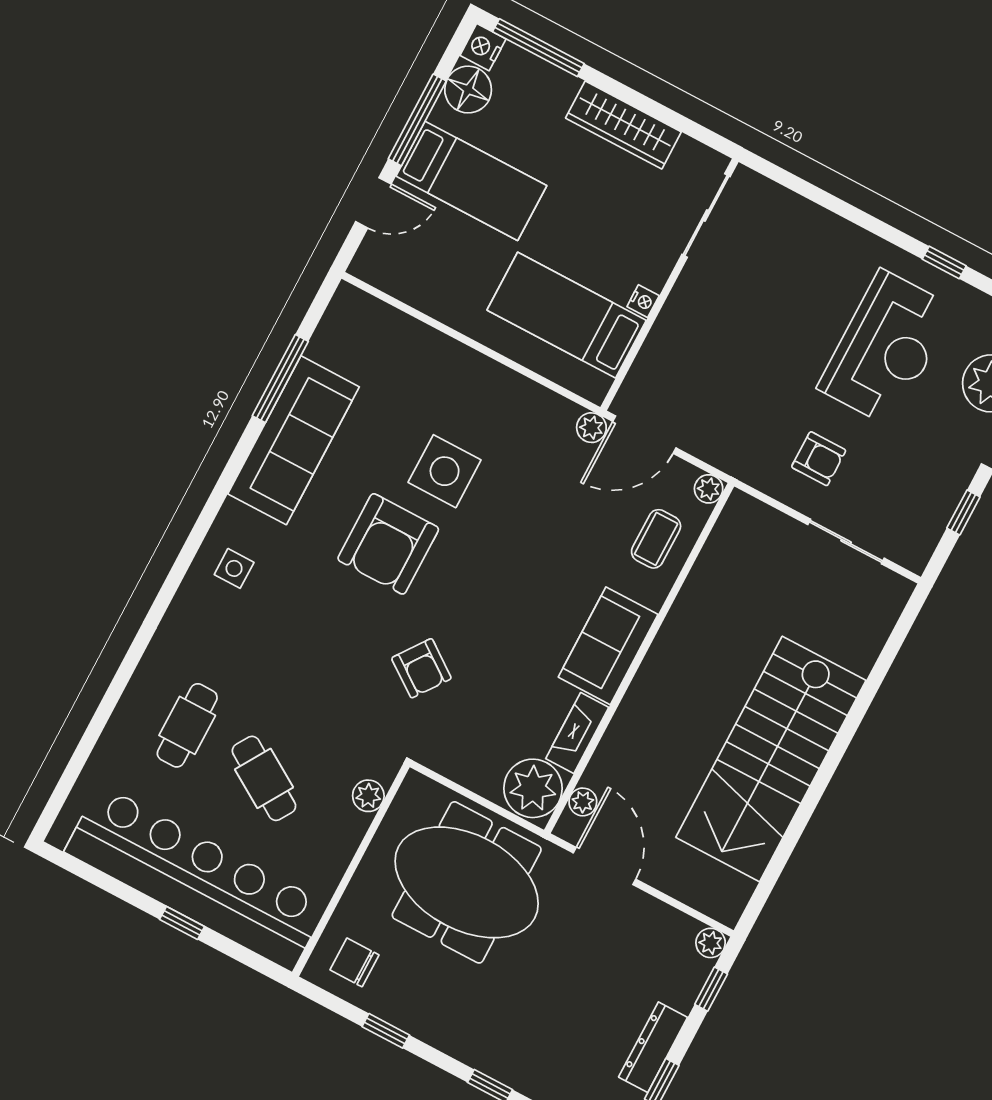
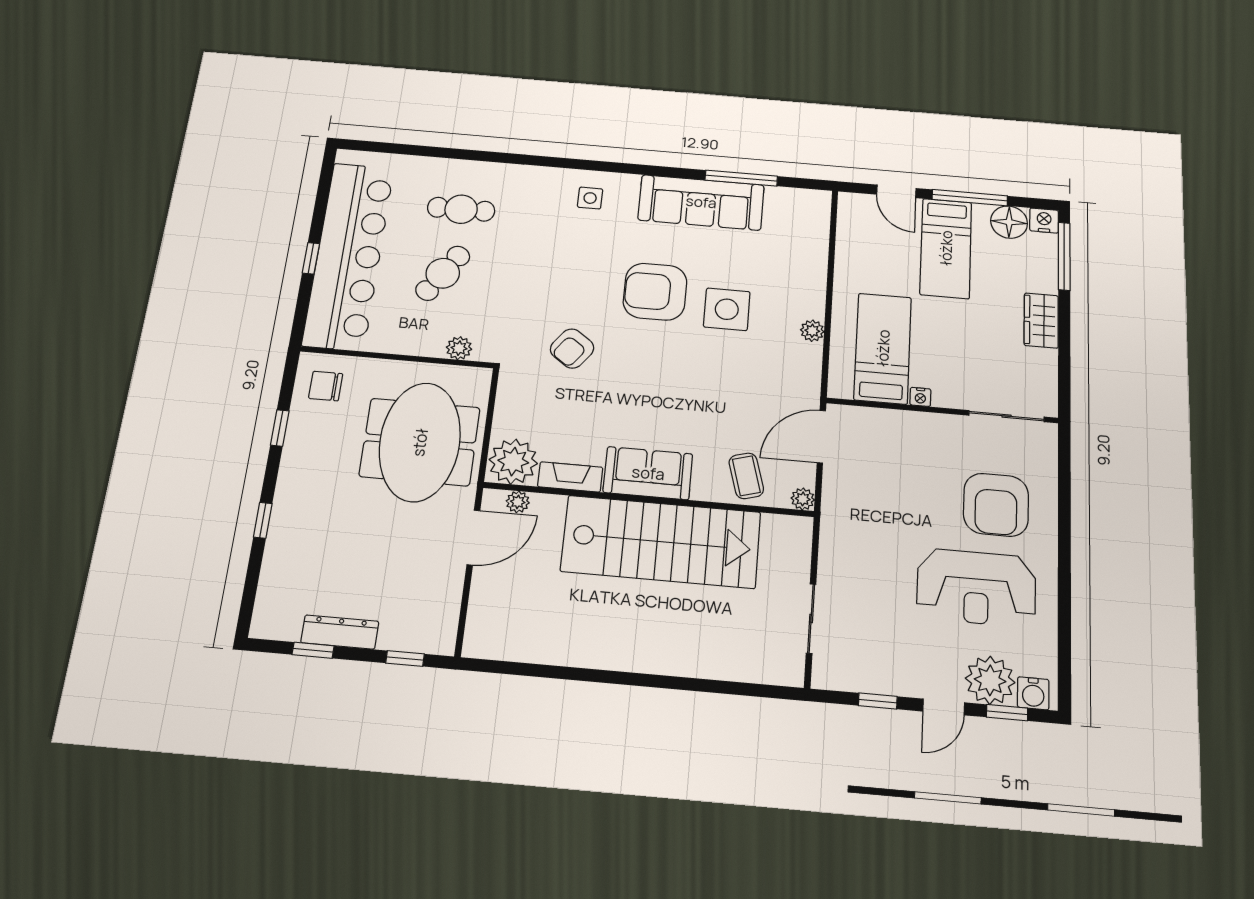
wardrobe: (623, 125) -> (1041, 321), width x0.67
window: (944, 263) -> (1064, 605), removed
plant: (591, 428) -> (812, 331), moved
door: (644, 435) -> (821, 437), hinge flipped
armchair: (819, 459) -> (996, 505), moved, width x1.88, depth x1.88
coffee table: (656, 539) -> (746, 476), turned 74
stairs: (771, 759) -> (661, 542), moved, turned 180
plant: (711, 943) -> (443, 643), removed
chair: (354, 962) -> (326, 386), turned -90

